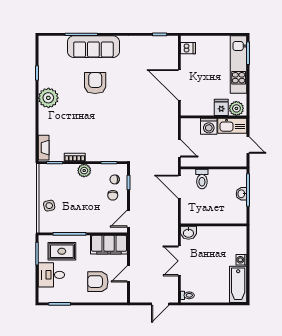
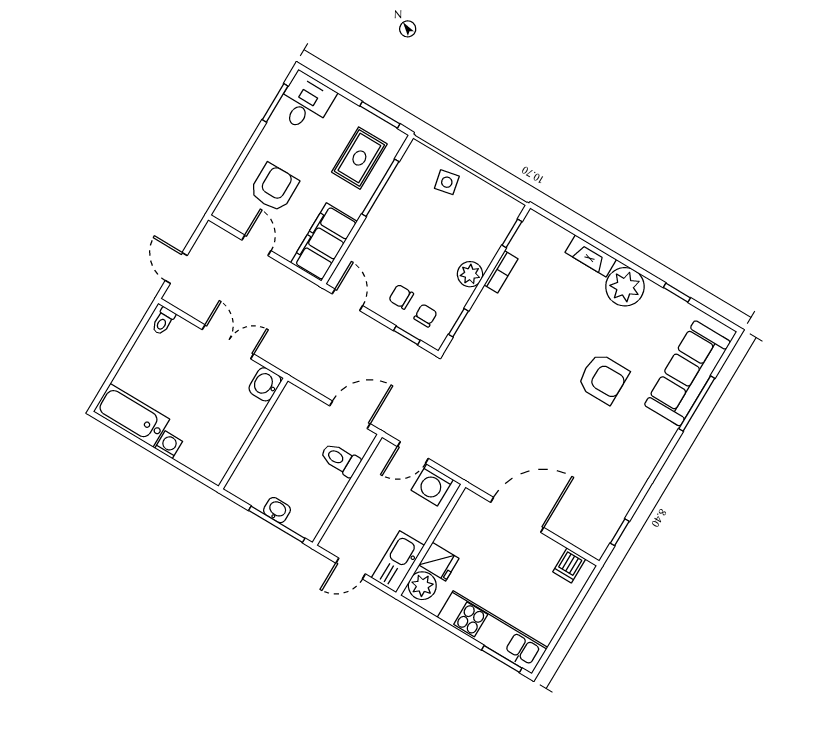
sofa: (93, 47) -> (687, 373), moved
washing machine: (209, 126) -> (432, 485), moved, turned -90
fireplace: (44, 148) -> (591, 256), moved
desk: (51, 275) -> (305, 102), moved

